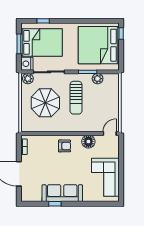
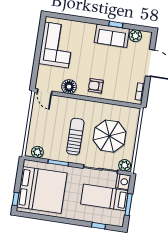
bed: (42, 42) -> (104, 197), width x0.67
plant: (98, 79) -> (37, 152), moved
door: (110, 133) -> (45, 92), hinge flipped
sofa: (62, 193) -> (112, 36), width x0.73
plant: (36, 196) -> (135, 36), added

